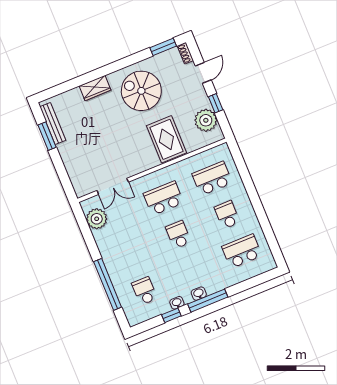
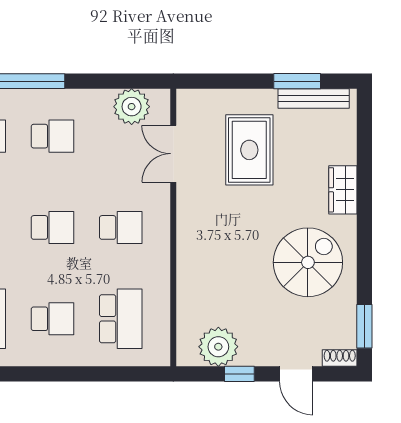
rug: (166, 139) -> (249, 150), moved, turned 90
school desk: (163, 198) -> (121, 227), width x0.54
school desk: (130, 255) -> (53, 136), added

